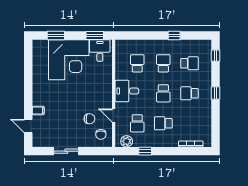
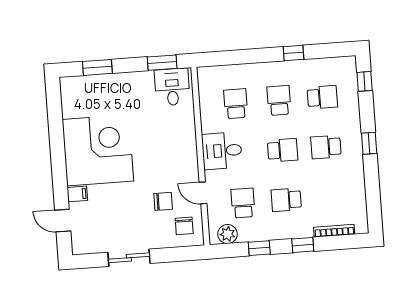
corner desk: (69, 60) -> (98, 150), moved, turned -90
school desk: (163, 93) -> (283, 150), turned -90
school desk: (137, 123) -> (243, 203), turned 180
window: (171, 151) -> (303, 245), added

